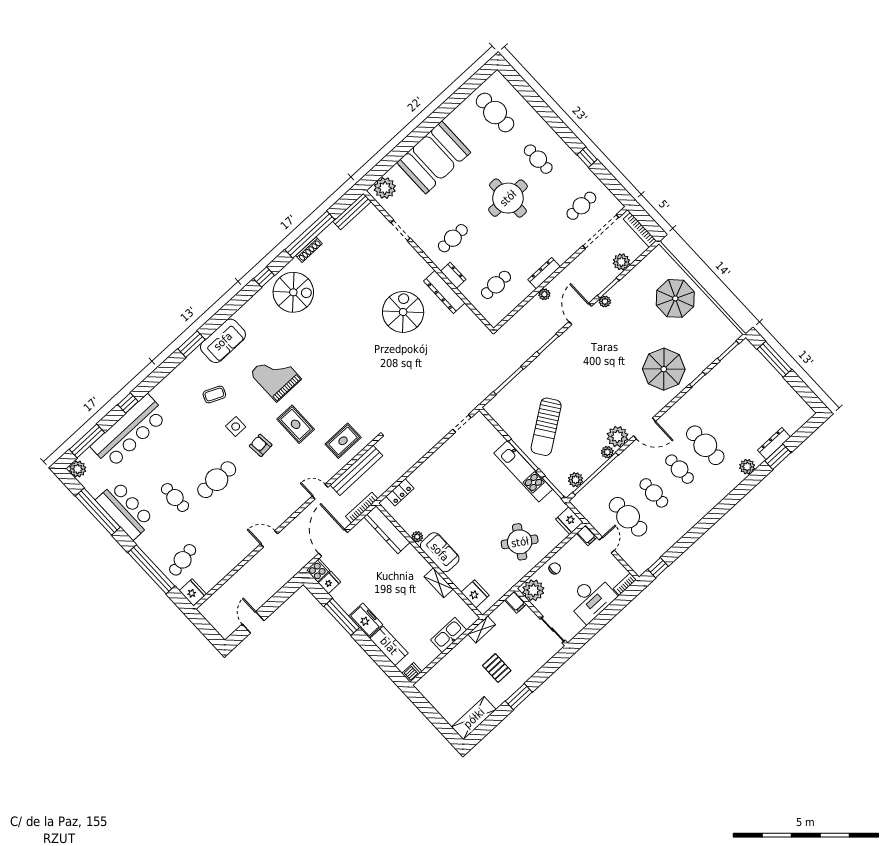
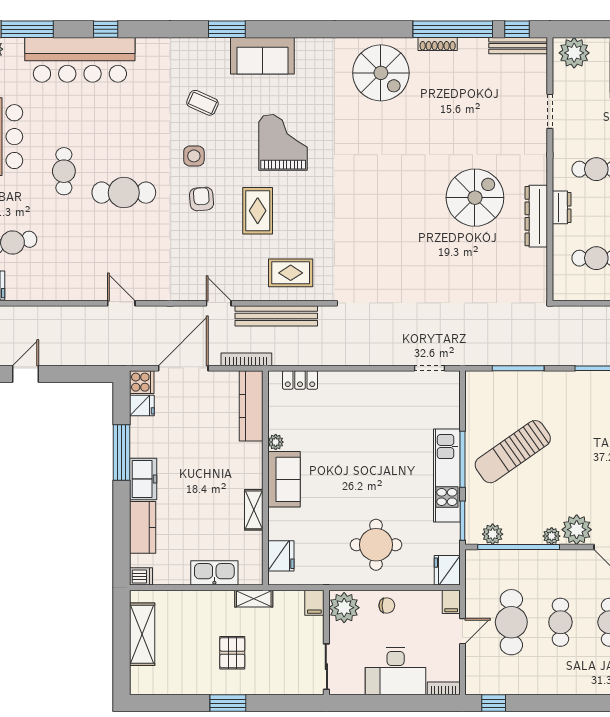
window: (264, 277) -> (517, 29), moved
round table: (520, 542) -> (376, 545), turned -33
shelving: (474, 718) -> (142, 634), moved, turned 90

